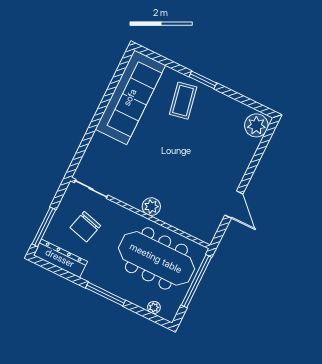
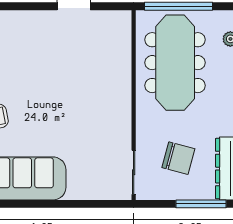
plant: (151, 207) -> (121, 96), removed

